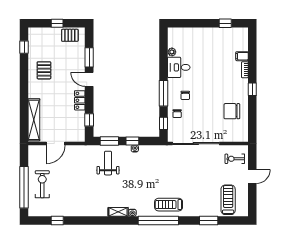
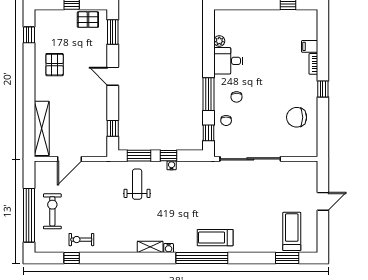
window: (89, 57) -> (113, 32), moved
locker: (80, 100) -> (101, 103), removed
exercise bike: (235, 159) -> (81, 240), moved
window: (209, 220) -> (287, 258), moved

